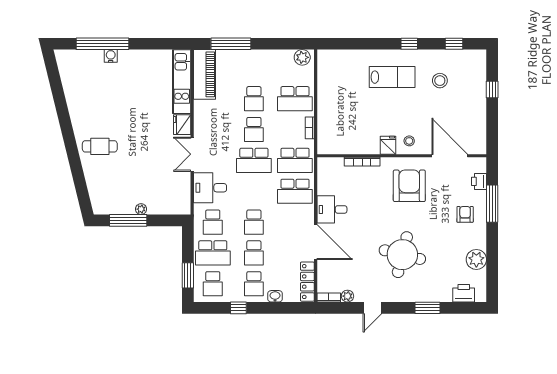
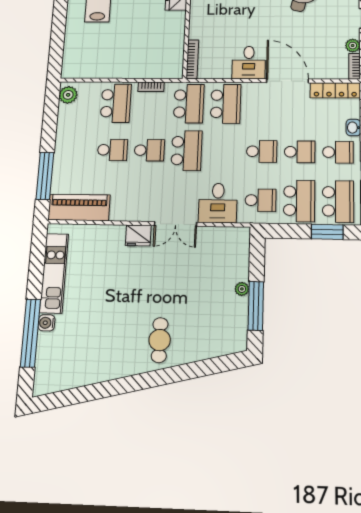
kitchen unit: (182, 82) -> (54, 273), moved, turned -90
bookcase: (362, 162) -> (192, 59), moved
door: (316, 242) -> (287, 81), hinge flipped
school desk: (213, 284) -> (338, 201), width x1.85

